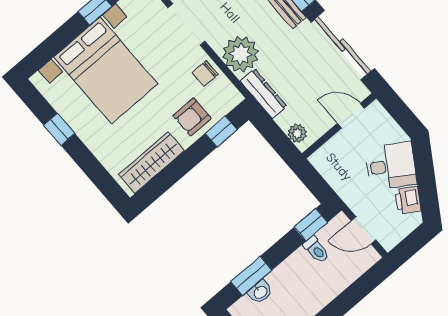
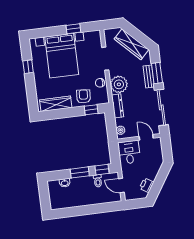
armchair: (192, 117) -> (83, 96), turned 95
desk: (391, 166) -> (129, 152), moved, turned -123
window: (251, 276) -> (80, 172), moved

